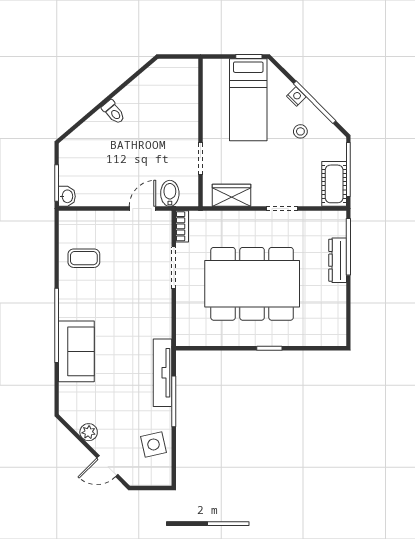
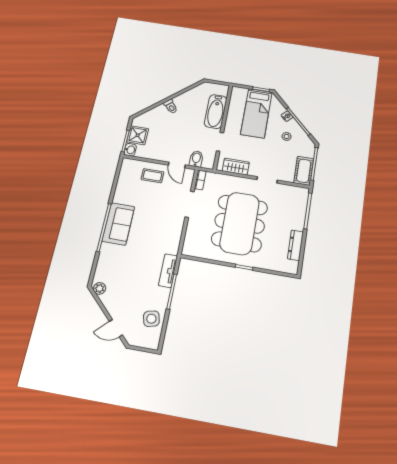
bathtub: (185, 108) -> (216, 111), added
shower: (73, 170) -> (138, 135), added
door: (143, 209) -> (177, 165), swing flipped
coffee table: (84, 258) -> (152, 176), moved
dresser: (338, 260) -> (295, 245), moved
dining table: (252, 284) -> (240, 223), turned 90
sofa: (76, 351) -> (118, 224), moved
tv unit: (163, 373) -> (168, 271), width x0.71
plant: (89, 432) -> (100, 288), moved

